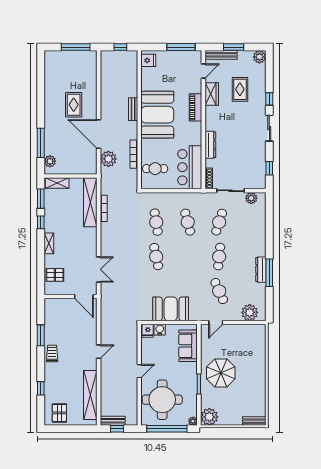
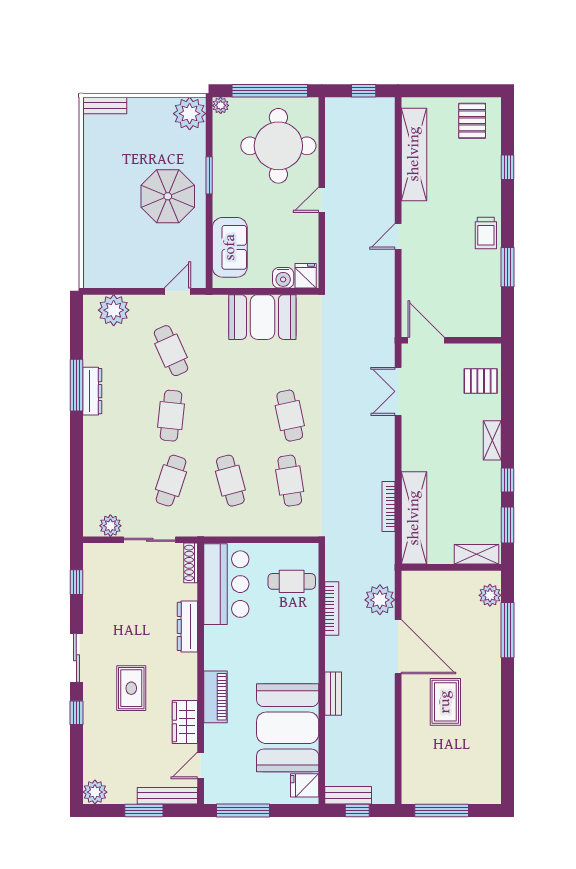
rug: (240, 89) -> (131, 688), moved
booth: (157, 115) -> (288, 728), moved
bench: (113, 421) -> (348, 795), moved

